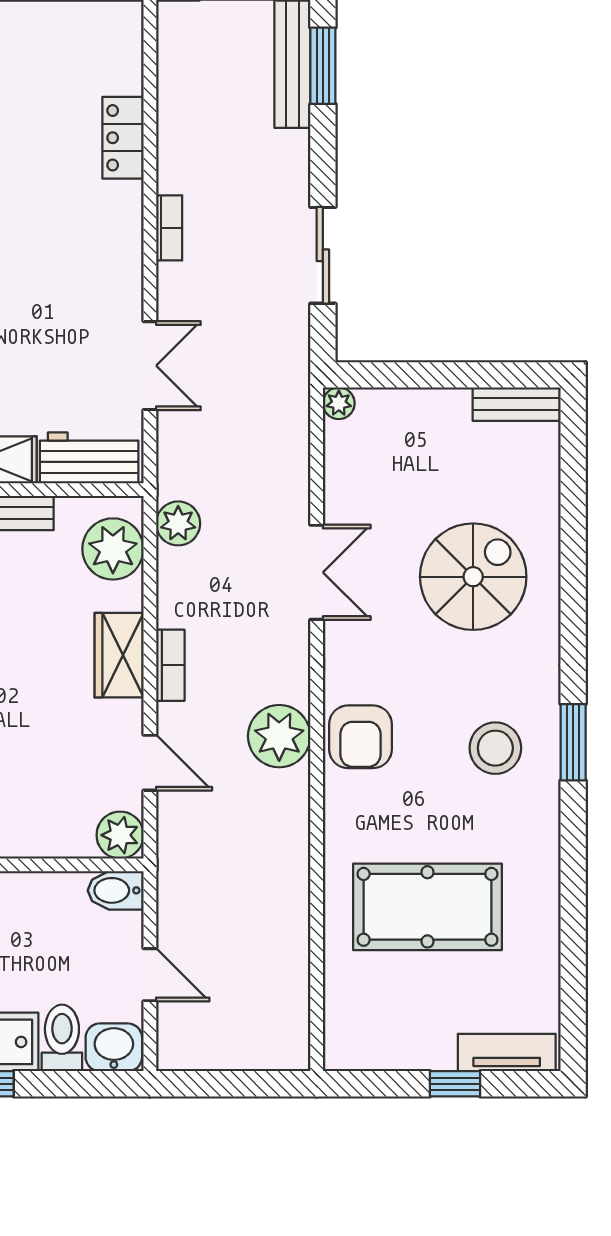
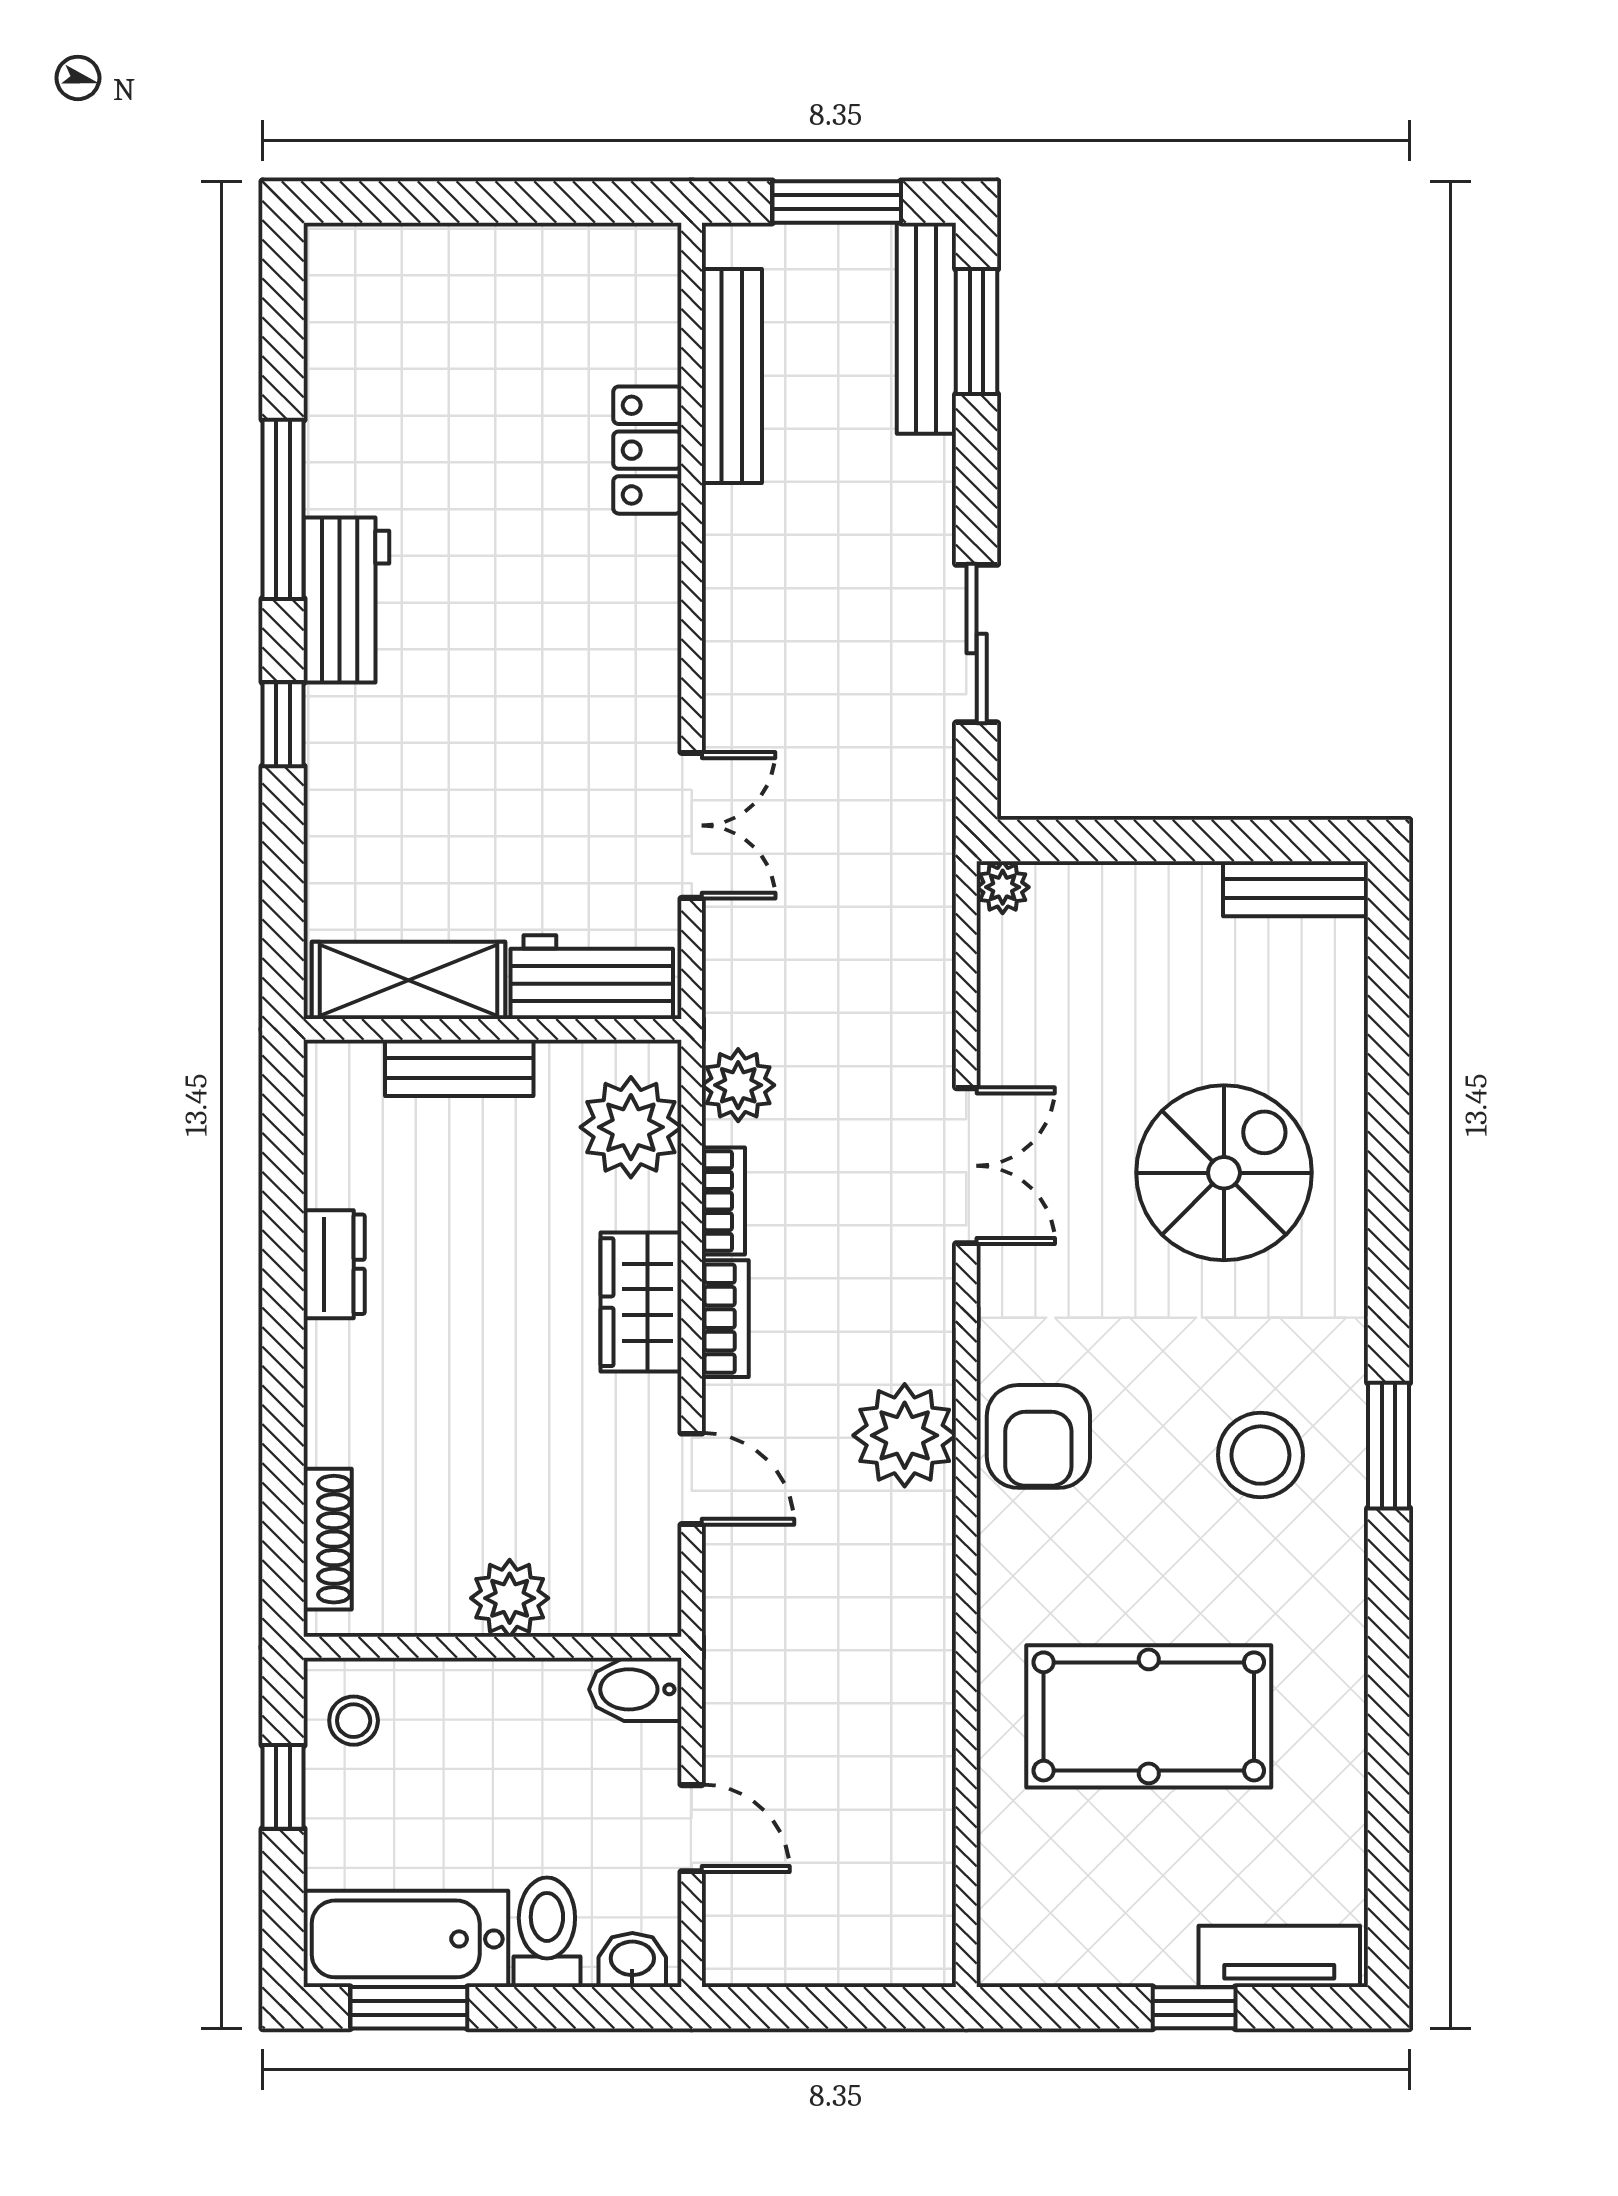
bench: (174, 93) -> (732, 376), added
bookcase: (169, 228) -> (723, 1201), moved
plant: (120, 835) -> (510, 1598), moved
washbasin: (114, 1047) -> (632, 1960), width x0.72, depth x0.69

